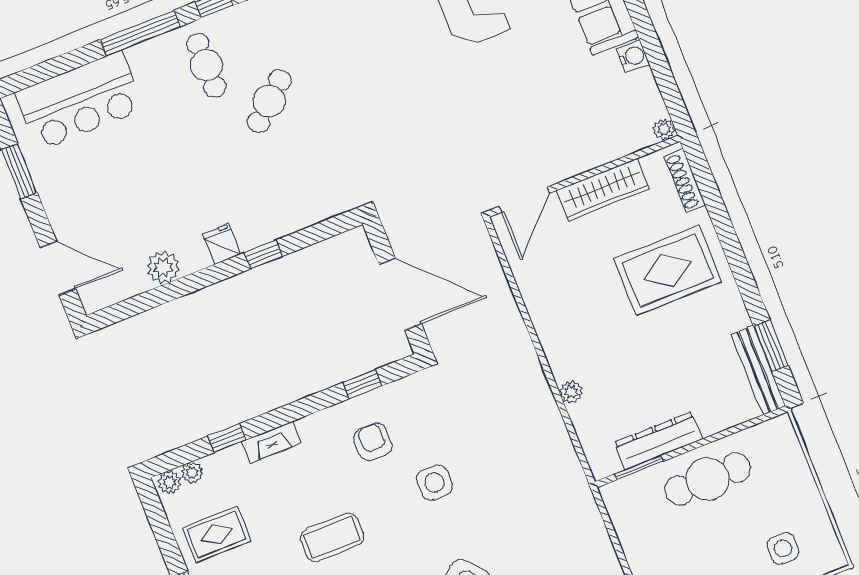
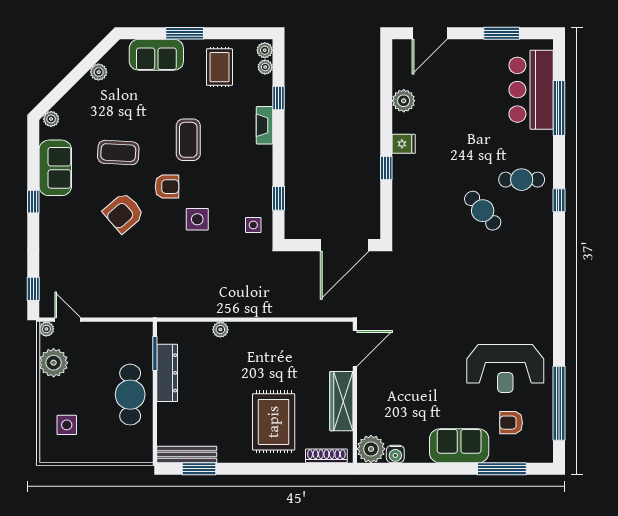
window: (140, 33) -> (559, 108), moved
water cooler: (633, 56) -> (395, 454), moved
plant: (664, 129) -> (371, 449), width x1.87, depth x1.87
door: (524, 200) -> (355, 349), swing flipped
door: (400, 294) -> (345, 245), moved
side table: (412, 404) -> (253, 225), added
armchair: (373, 442) -> (167, 187), moved

